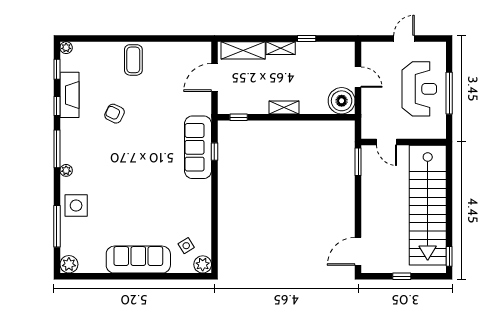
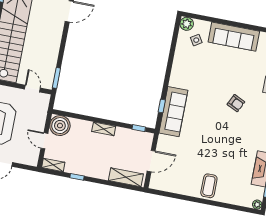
shelving: (281, 48) -> (53, 165), moved
armchair: (115, 114) -> (236, 103), moved

